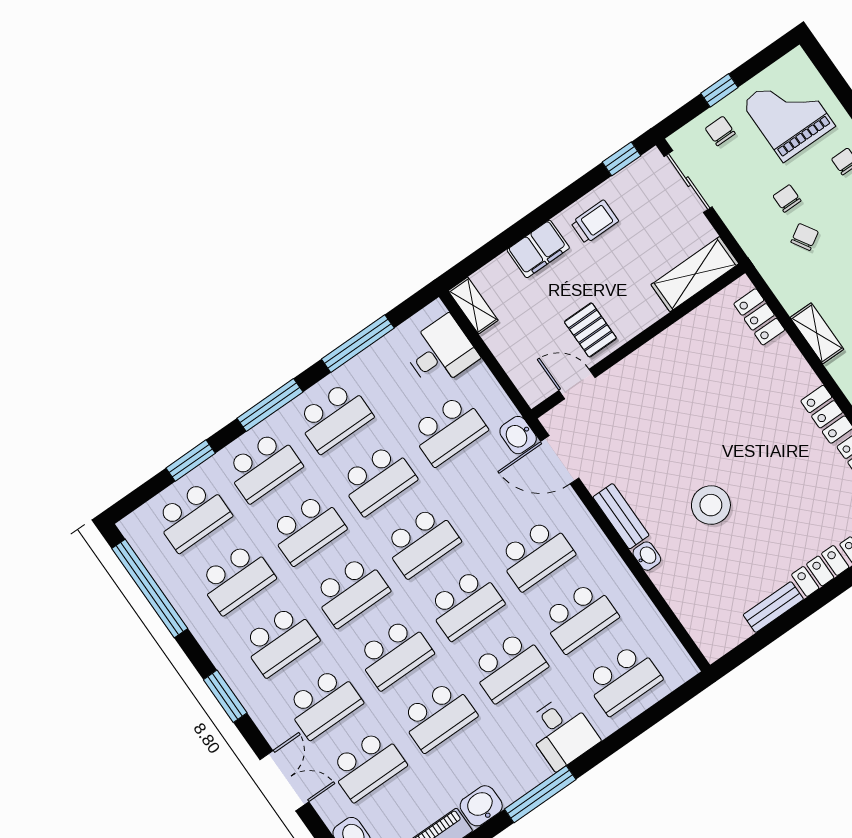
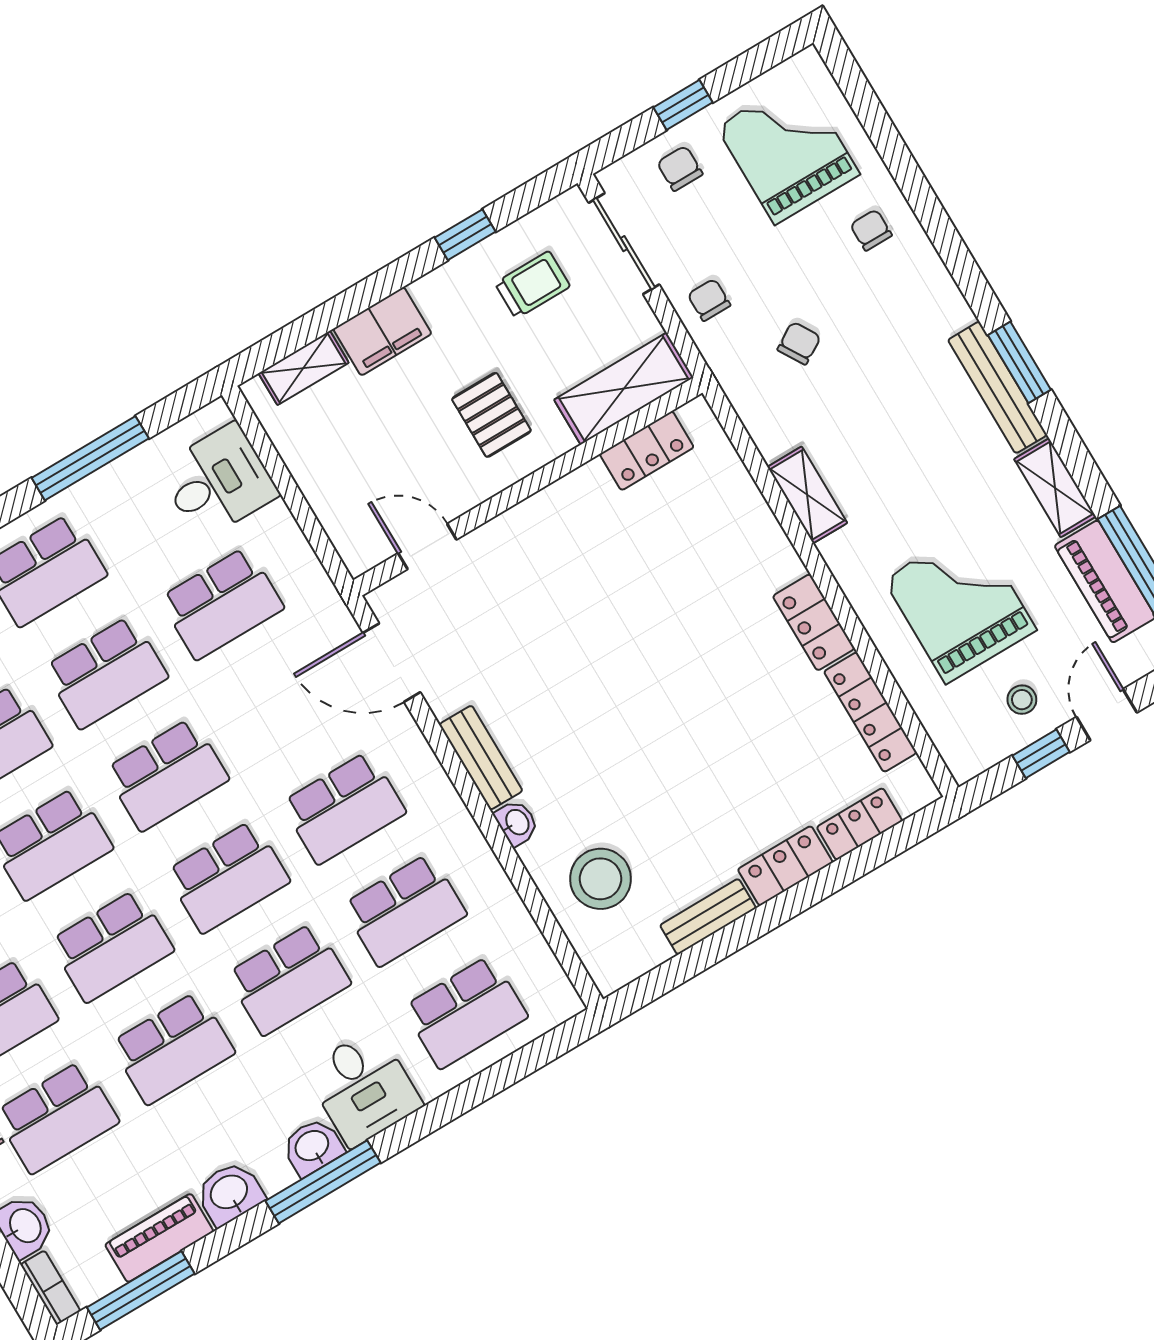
window: (622, 159) -> (465, 235), moved
chair: (787, 198) -> (709, 300), moved
trolley: (595, 222) -> (532, 285), moved
shelving: (473, 305) -> (304, 368), moved, turned 90
locker: (759, 317) -> (647, 451), moved, turned -90
pallet: (590, 330) -> (491, 415), moved
washbasin: (518, 435) -> (313, 1147), moved, turned 90
stool: (711, 505) -> (600, 879), moved

